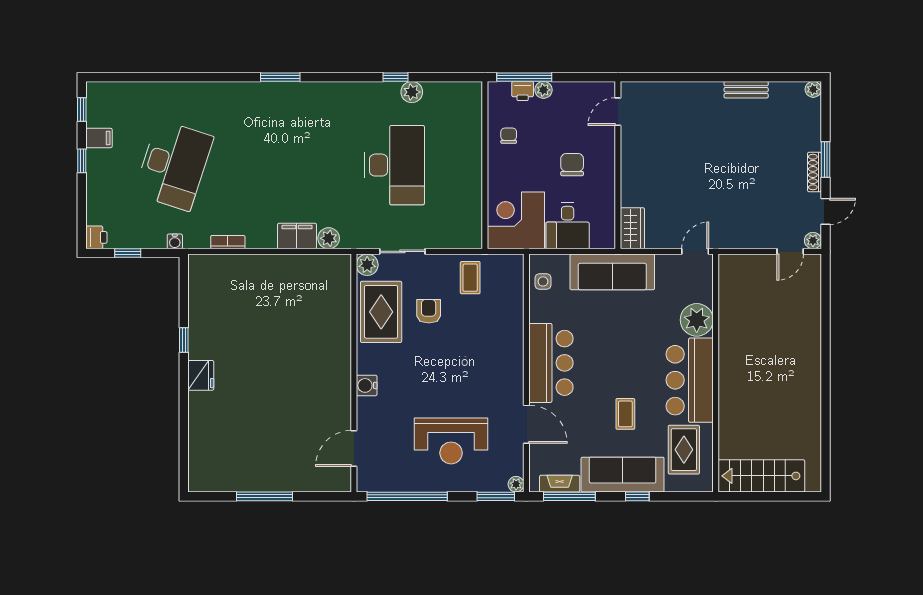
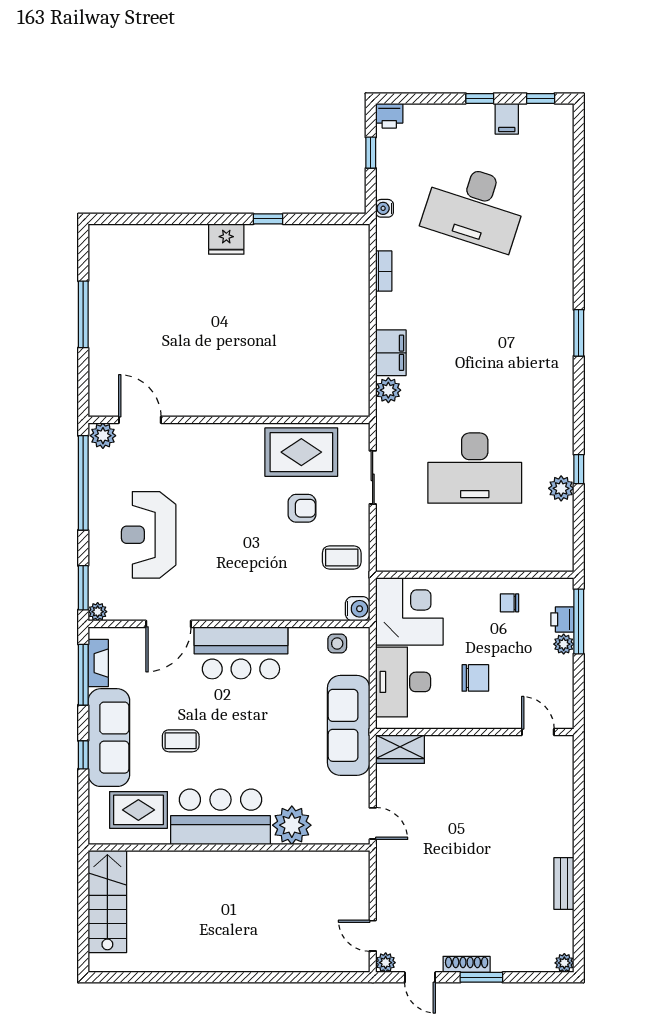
chair: (509, 136) -> (510, 603), turned 180
desk: (568, 226) -> (403, 682), width x1.37
plant: (367, 265) -> (103, 436), moved
water cooler: (367, 385) -> (358, 609), moved, turned 90

